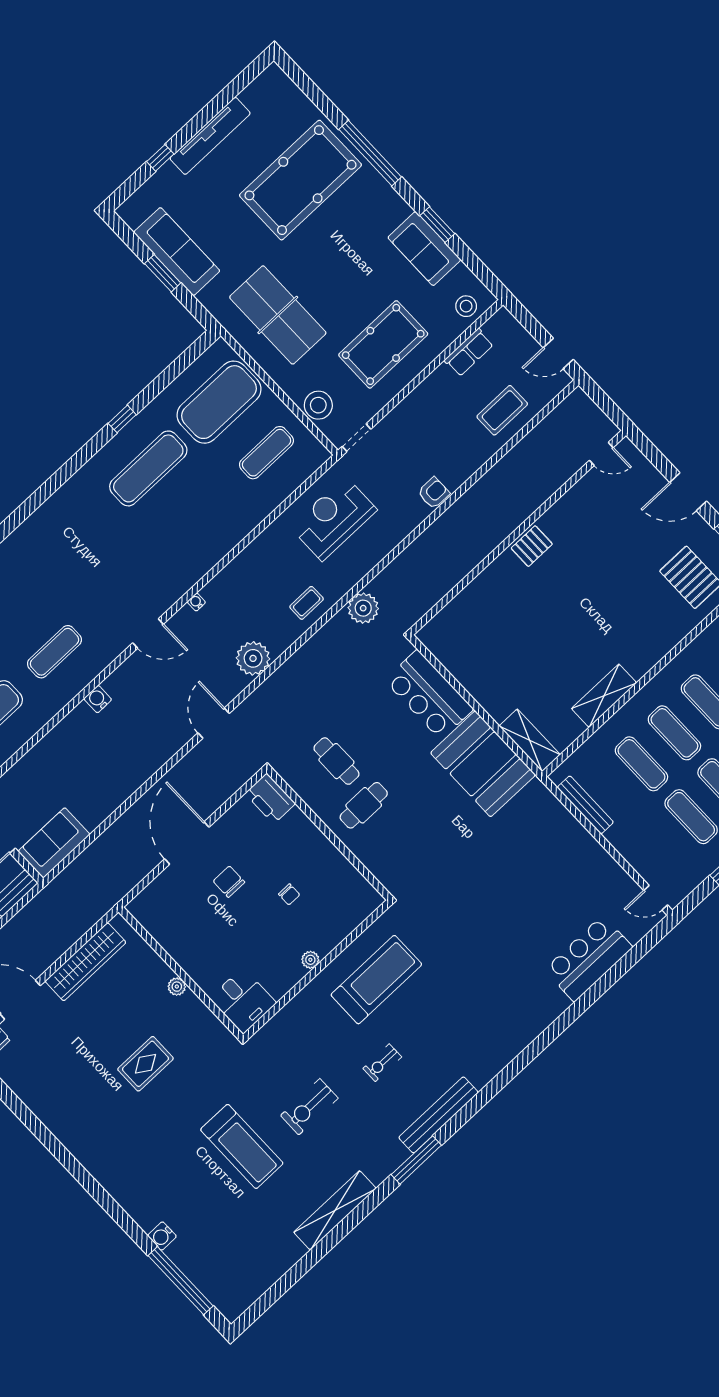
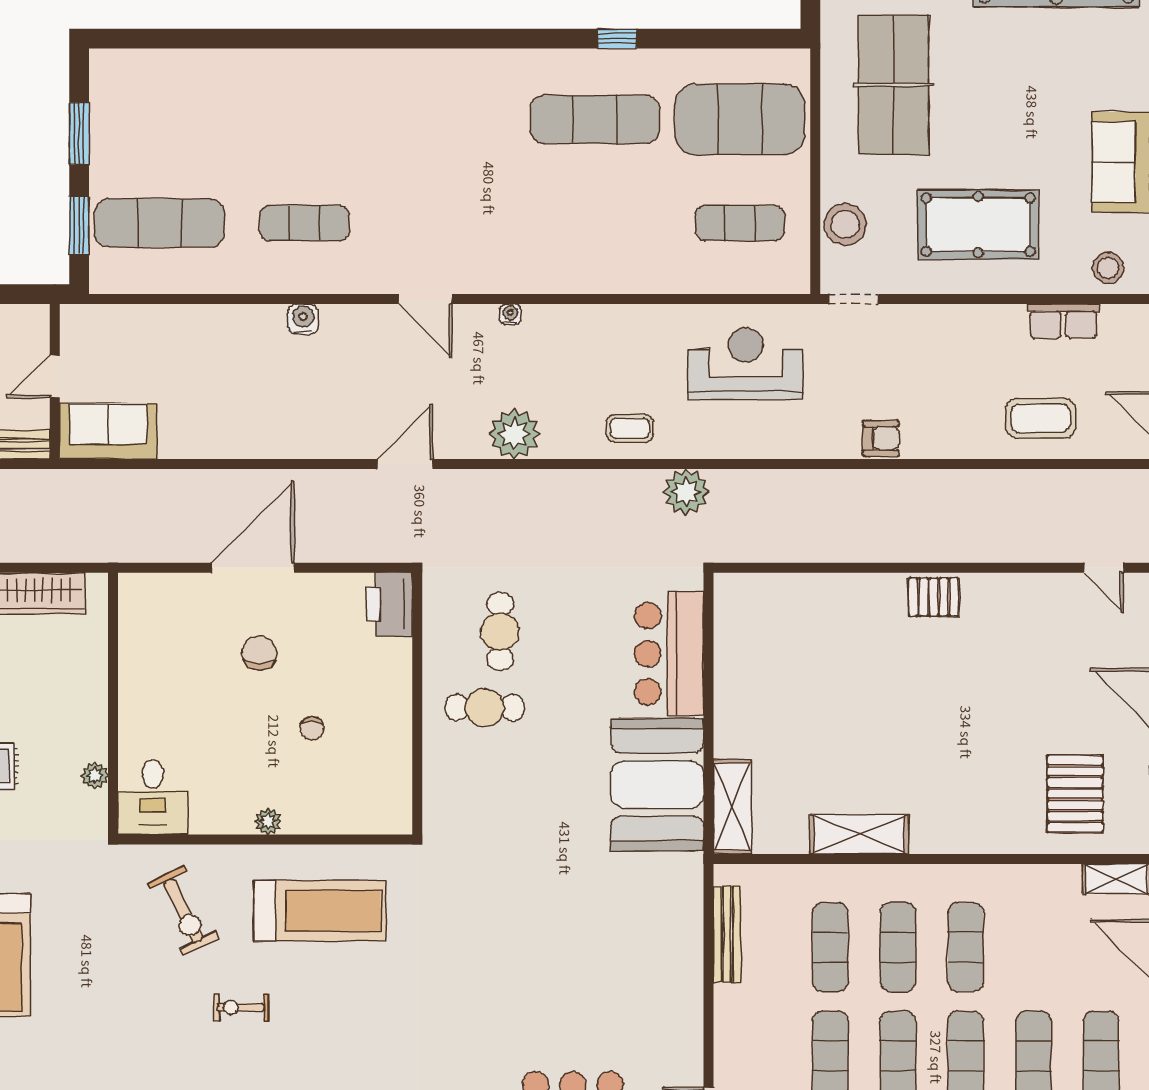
plant: (177, 987) -> (95, 776), moved
exercise bike: (309, 1107) -> (183, 911), moved, turned -116

